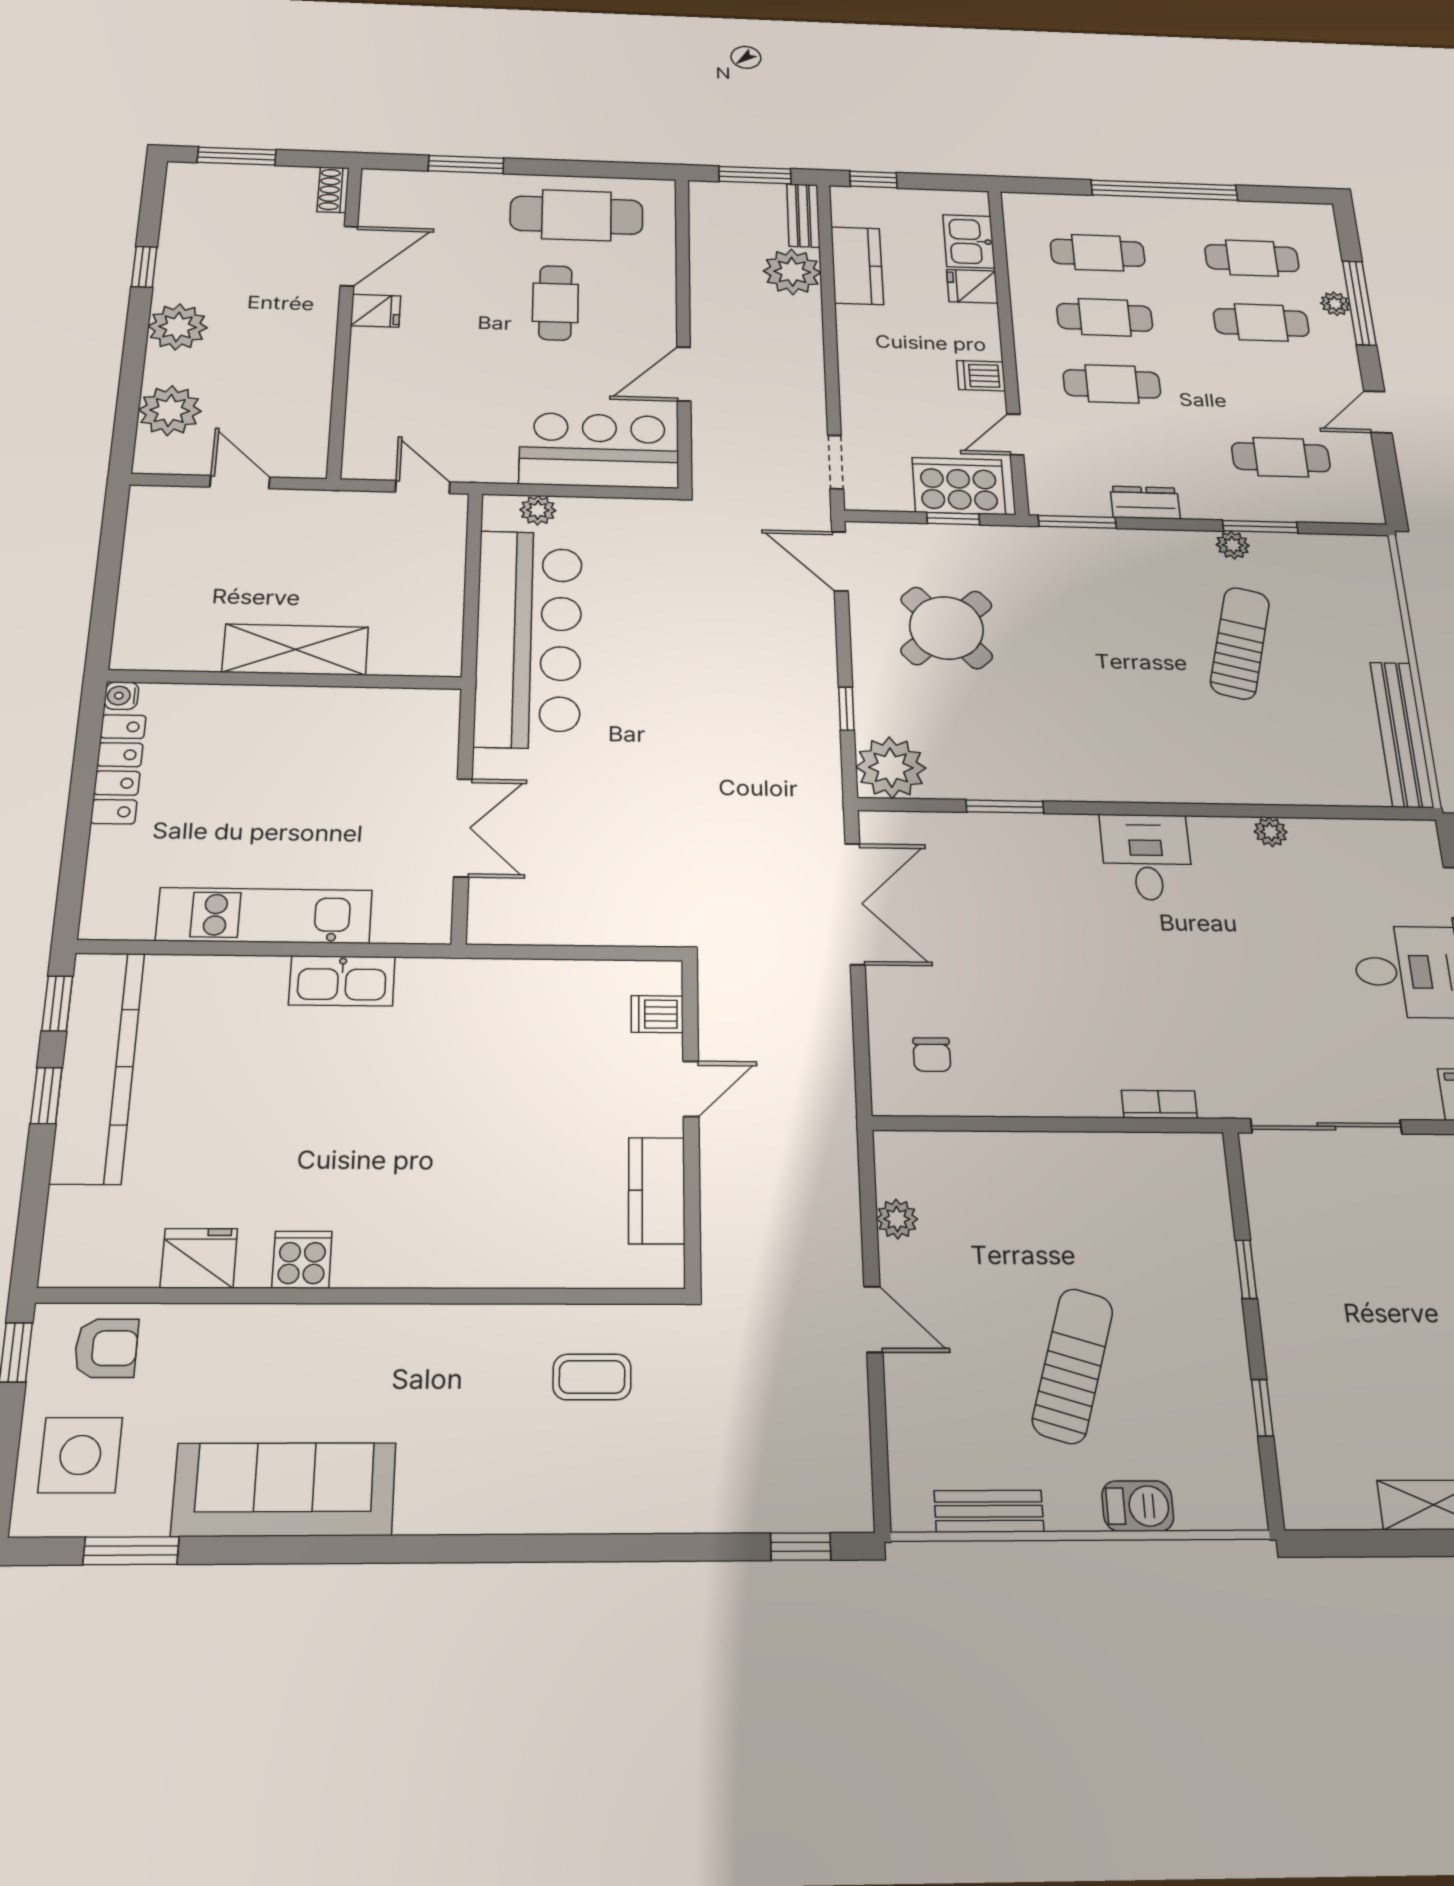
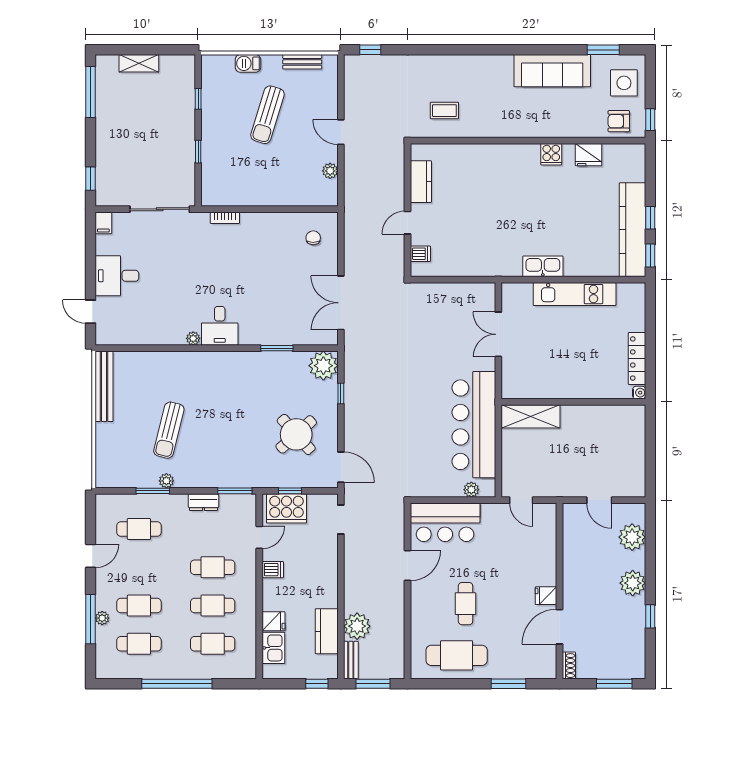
shelving: (295, 650) -> (531, 416), moved
plant: (1271, 832) -> (193, 338), moved

